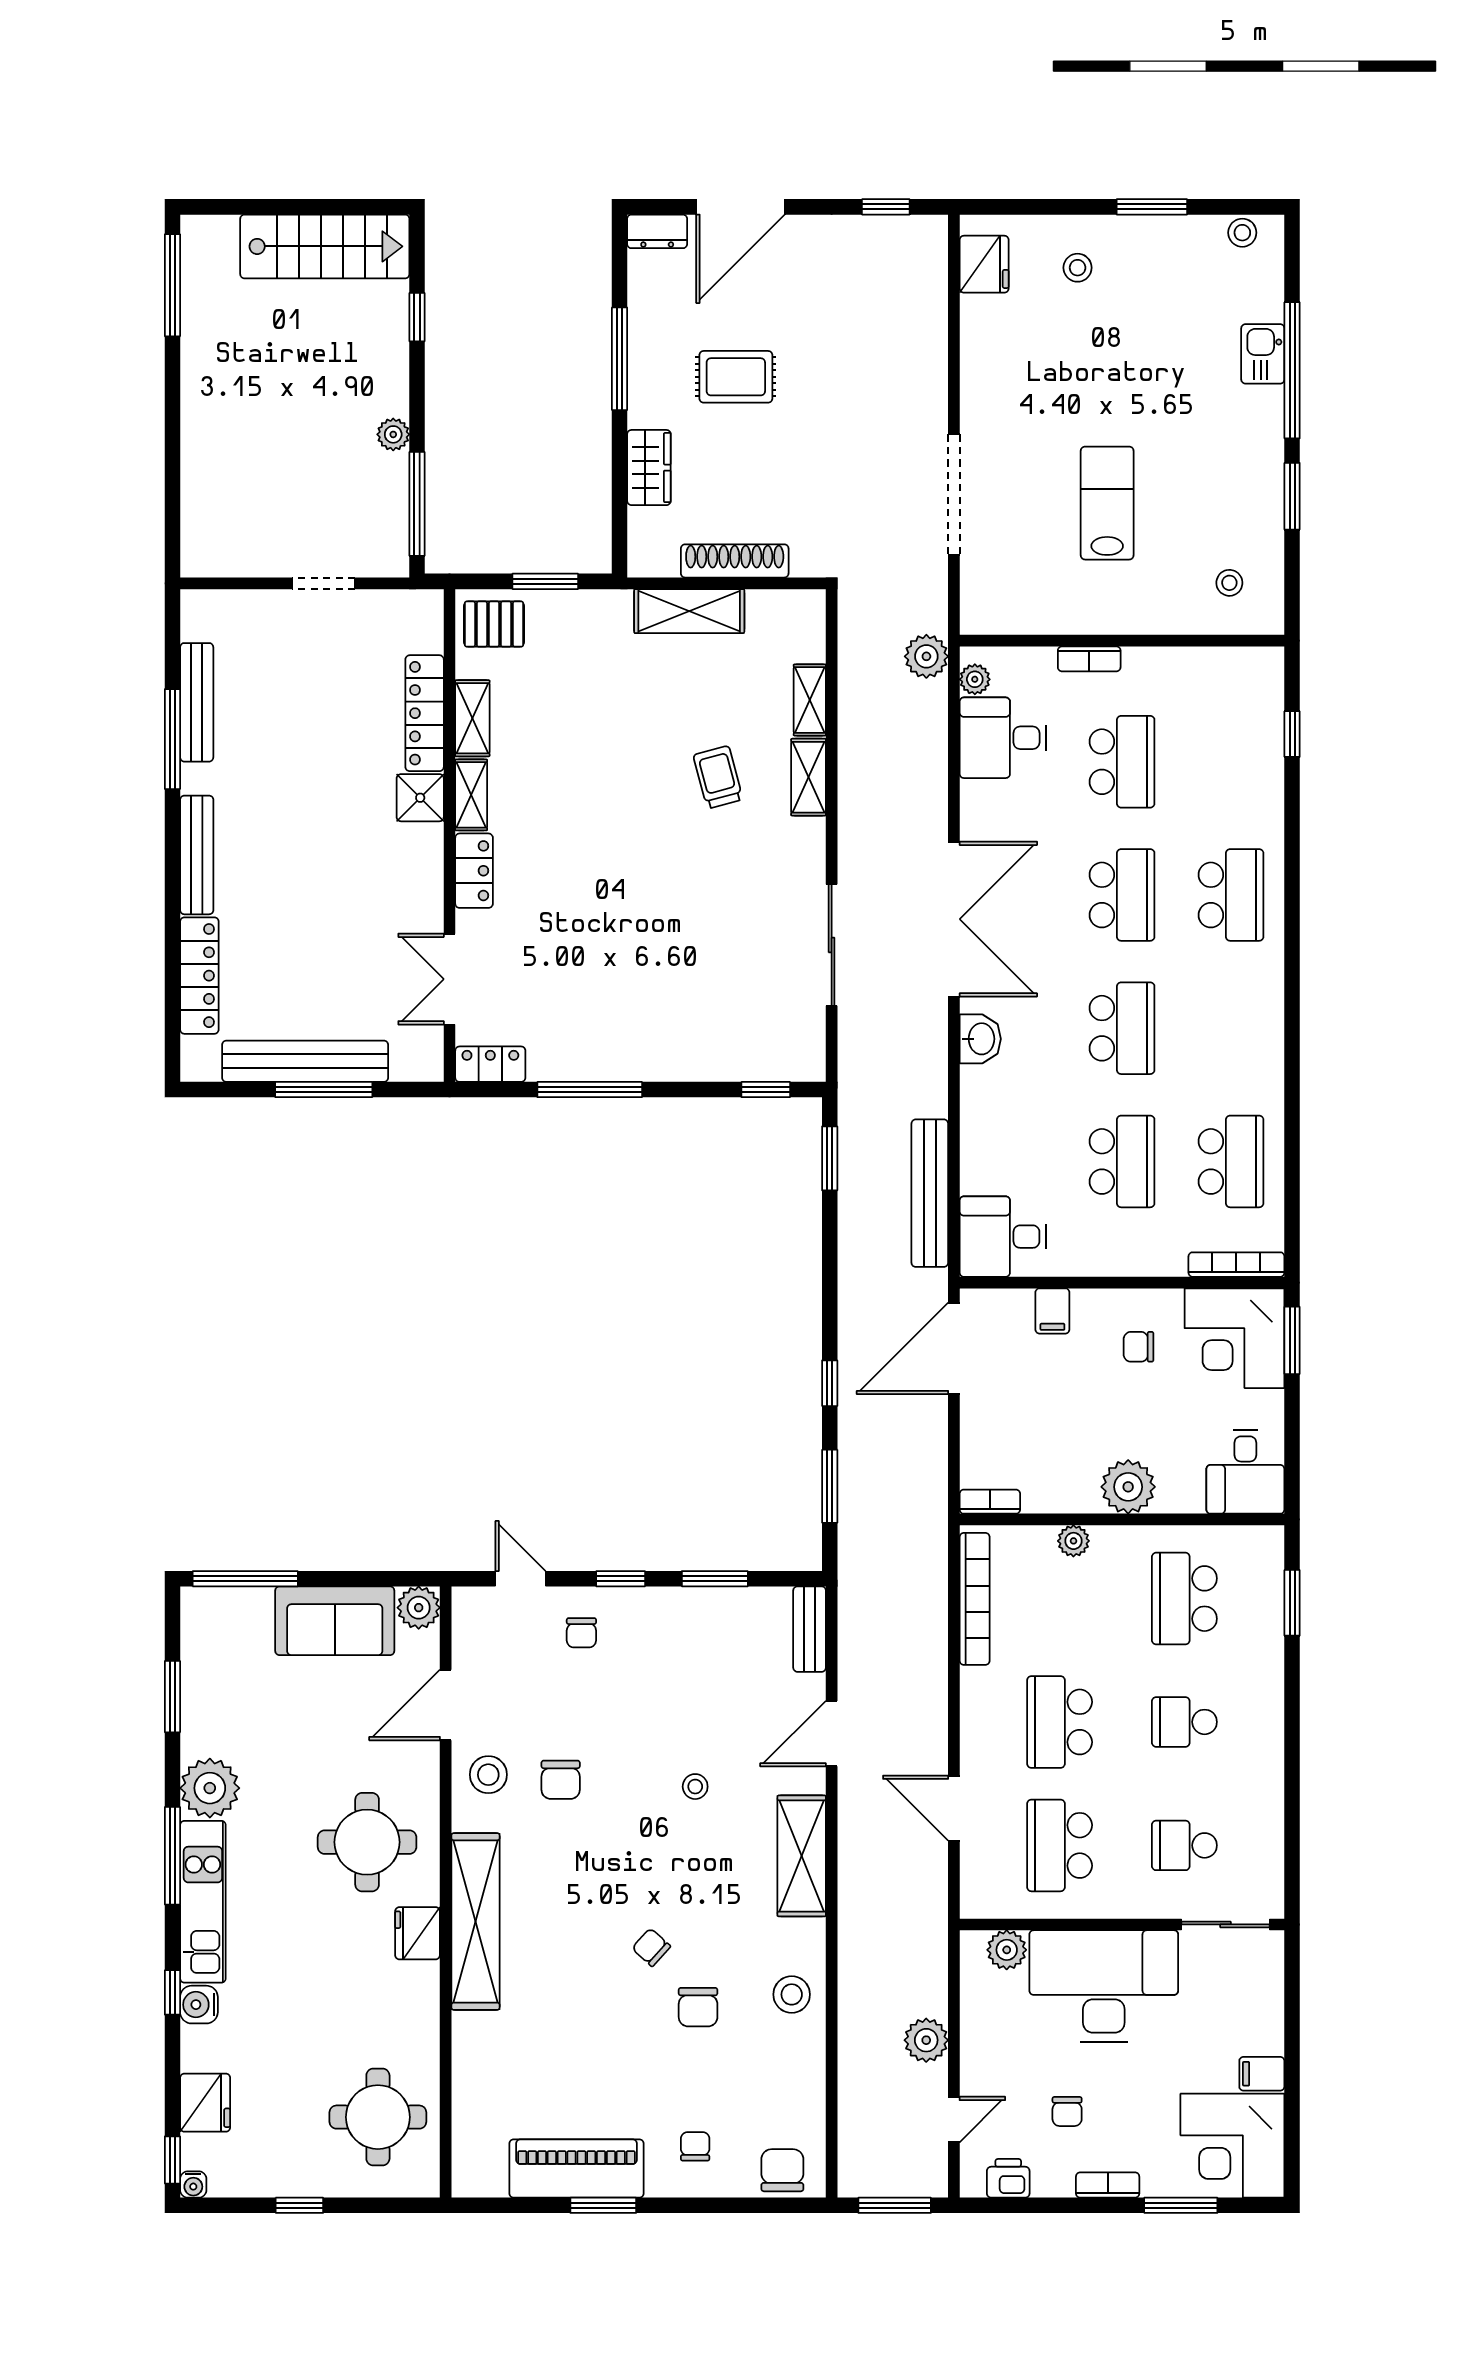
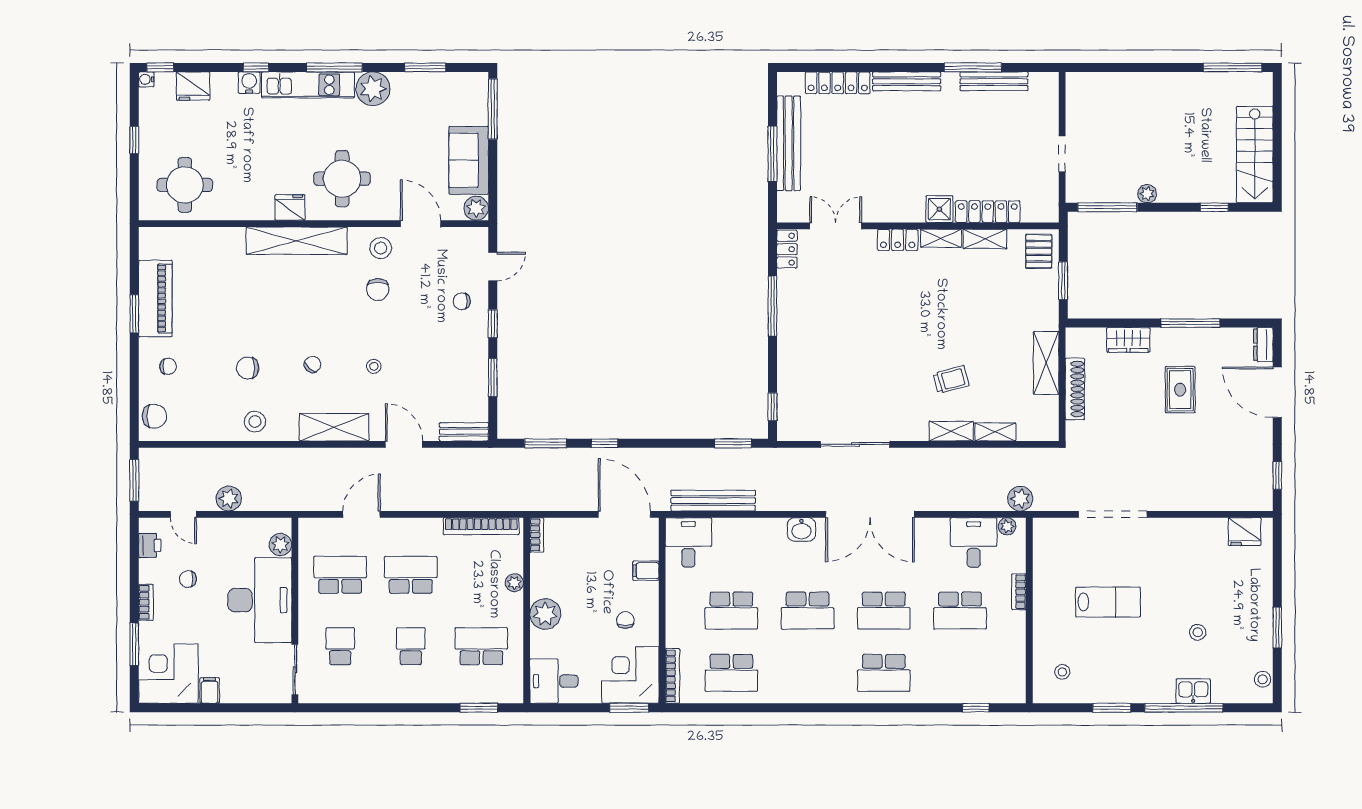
stool: (1078, 268) -> (1198, 632), moved
chair: (561, 1780) -> (378, 289), turned -90
chair: (651, 1947) -> (313, 364), moved

